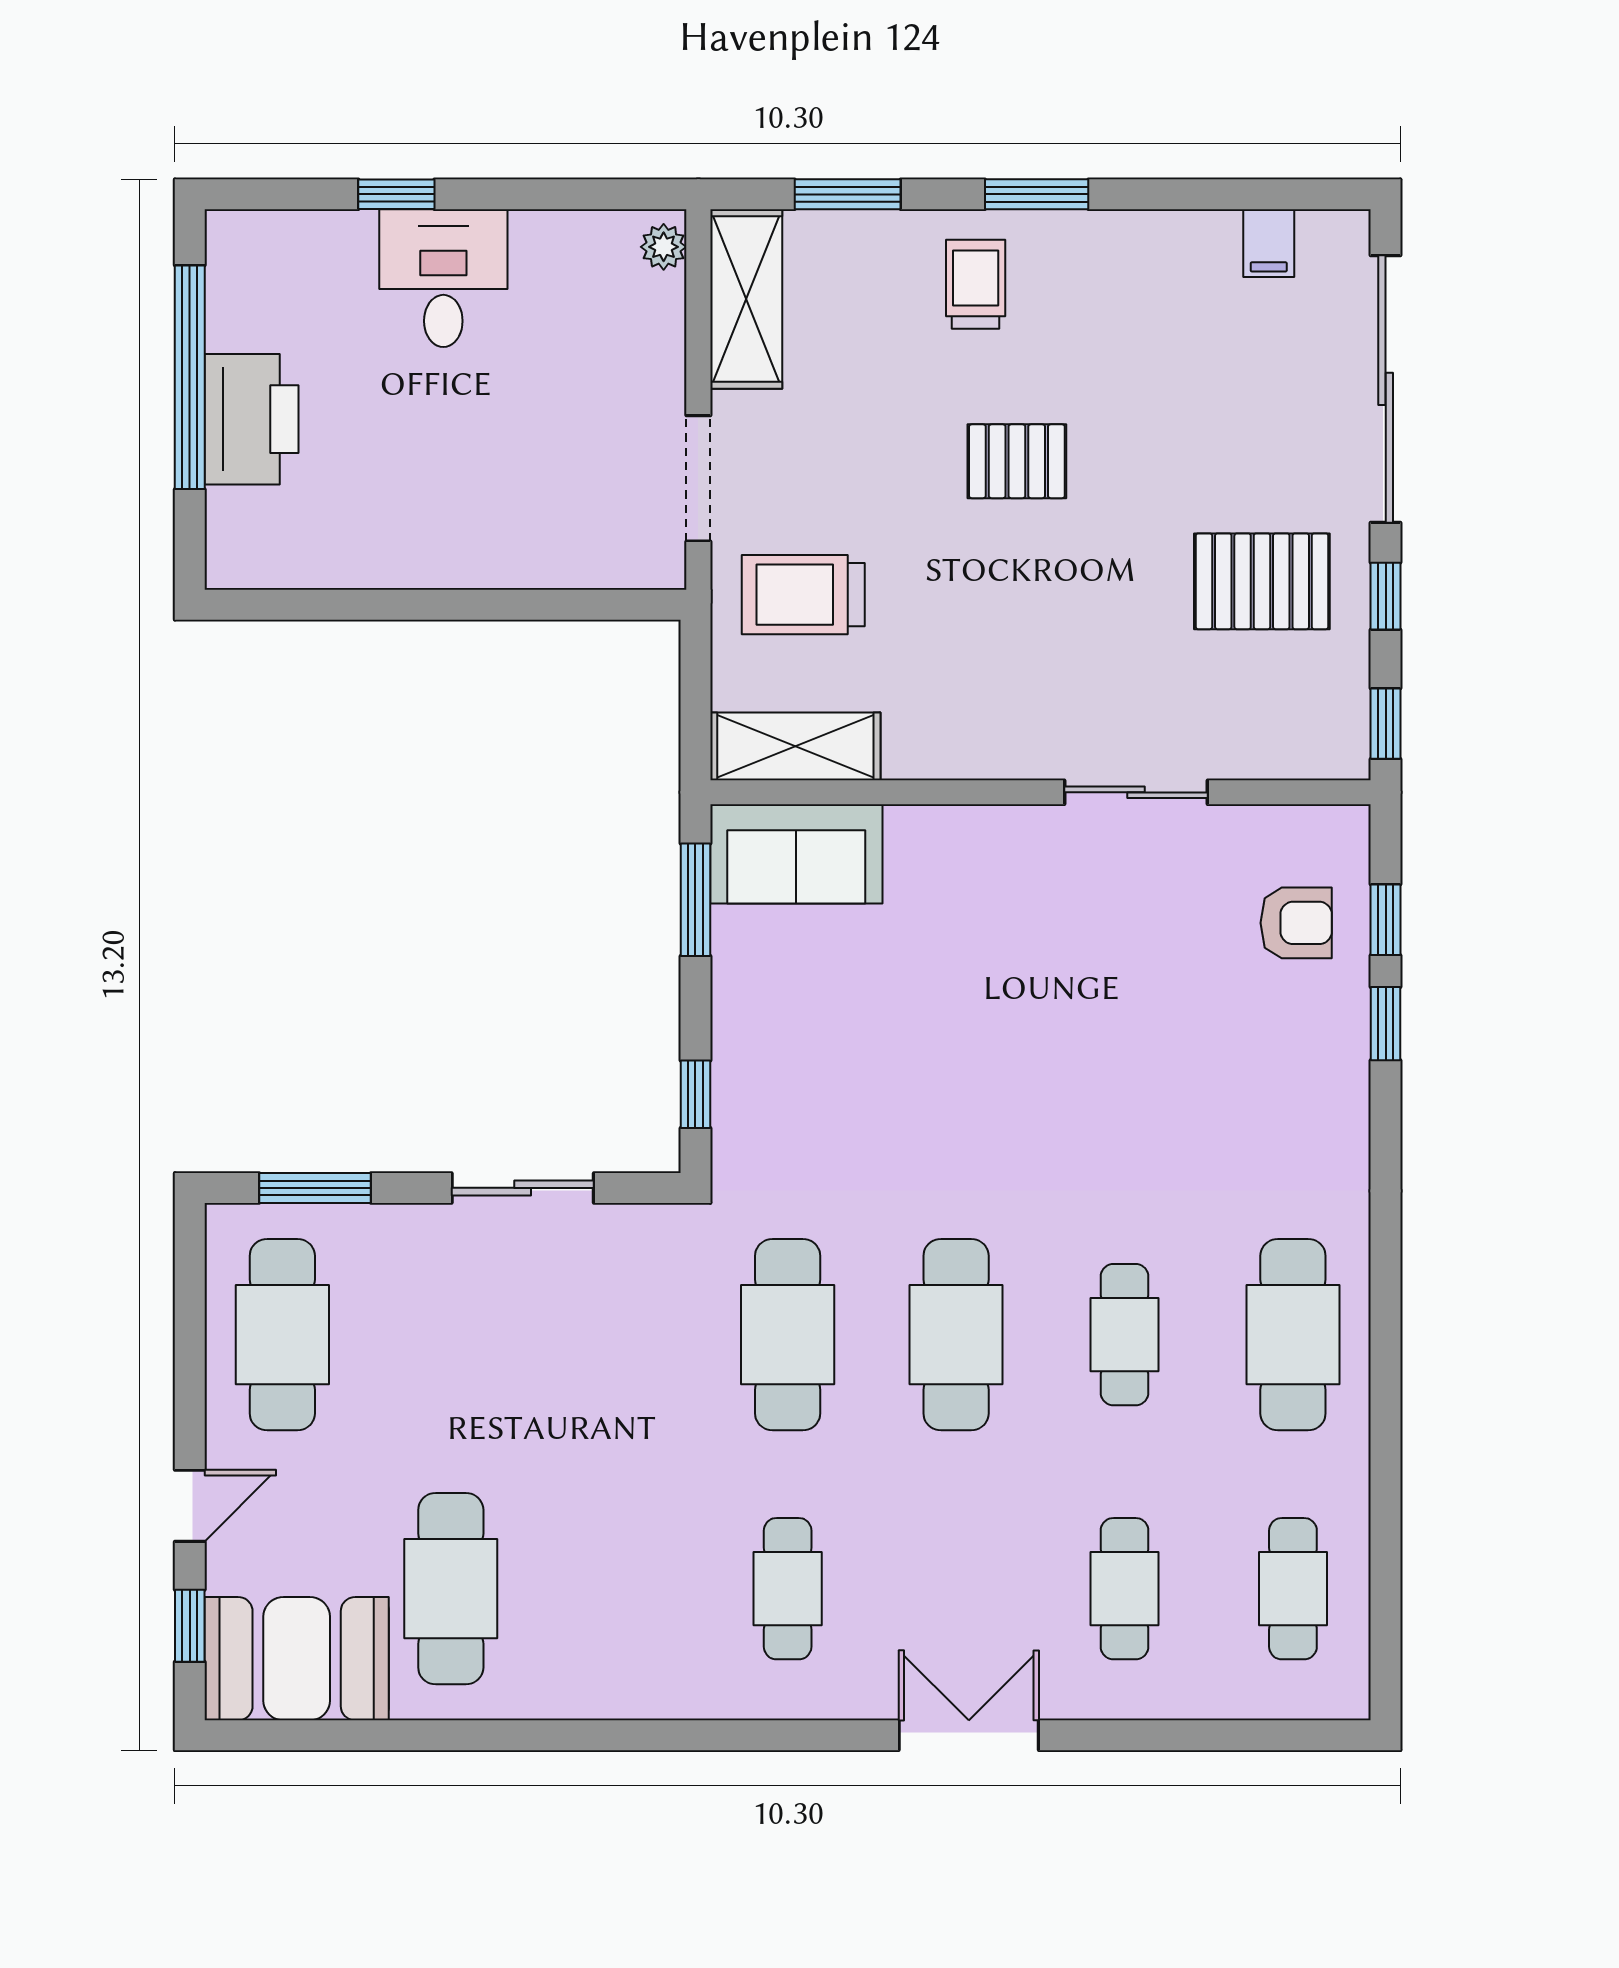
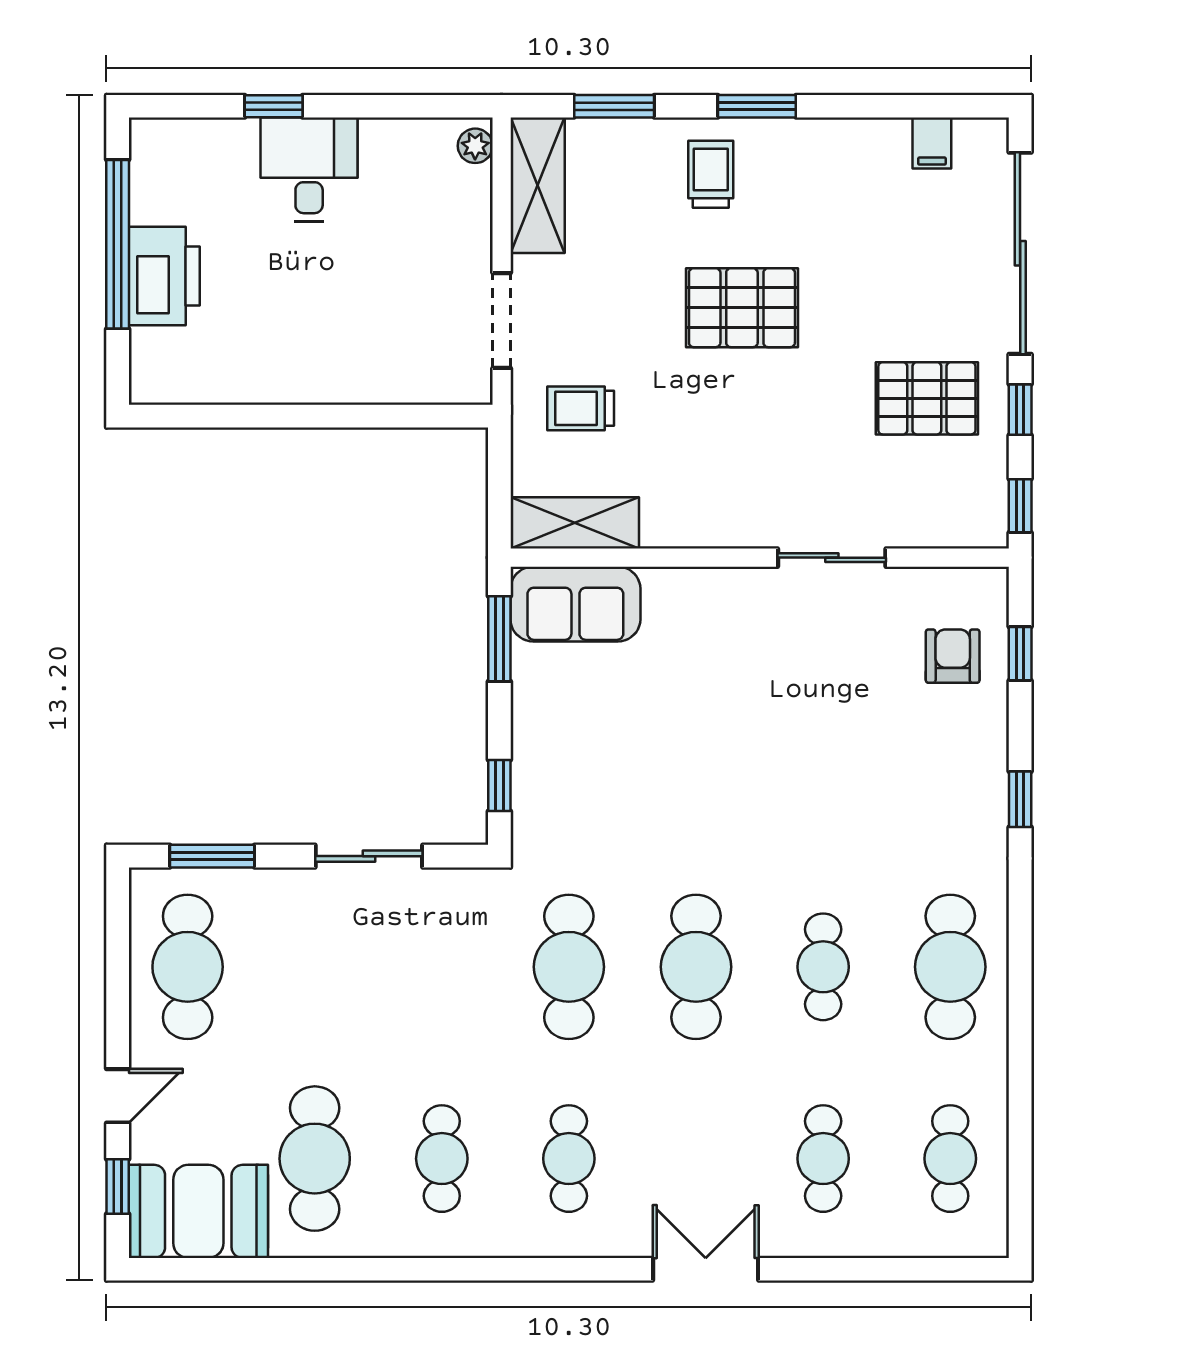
pallet: (1017, 461) -> (742, 308), width x1.50, depth x1.42
trolley: (803, 595) -> (581, 408), width x0.73, depth x0.72
armchair: (1296, 923) -> (953, 656), turned -90
window: (1386, 1024) -> (1020, 799), moved
cafe table: (619, 1589) -> (442, 1159), added

